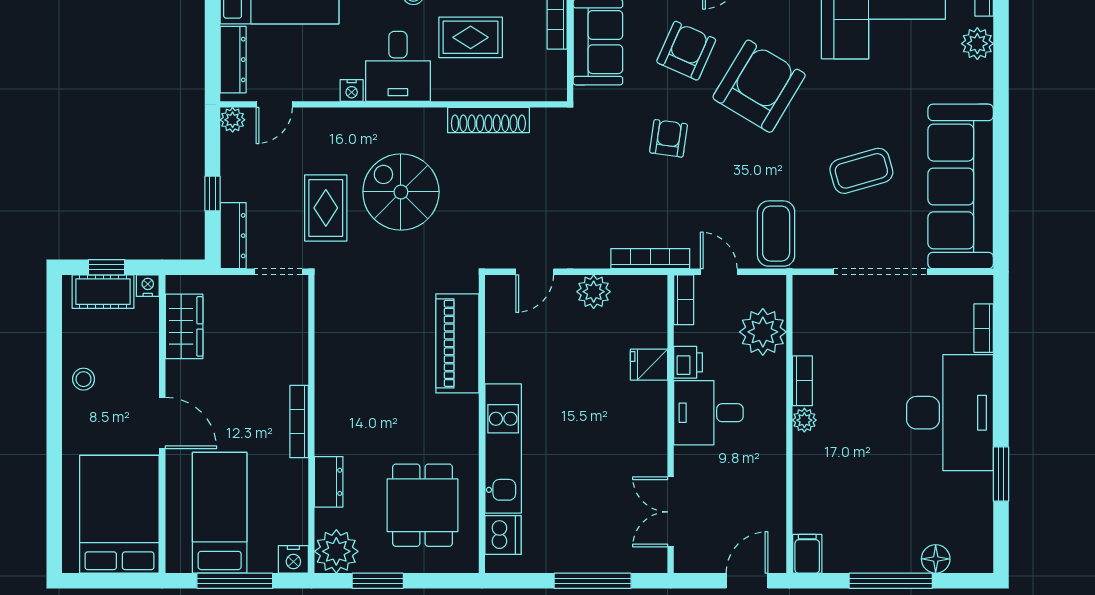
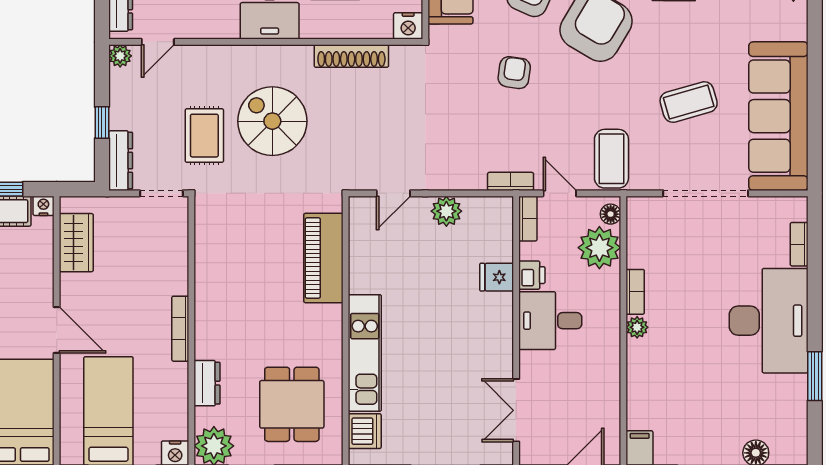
nightstand: (352, 90) -> (408, 26), moved, width x1.39, depth x1.35
bookcase: (650, 259) -> (511, 181), width x0.64
floor lamp: (775, 295) -> (611, 214), added

